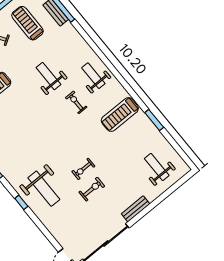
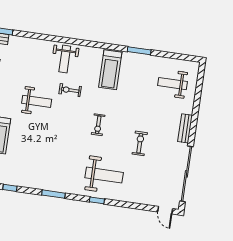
weight bench: (48, 76) -> (37, 101), moved, turned 180
weight bench: (93, 76) -> (65, 59), turned -90
exercise bike: (83, 169) -> (98, 125), moved

